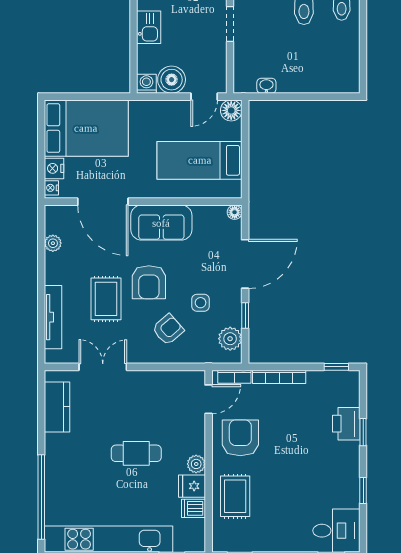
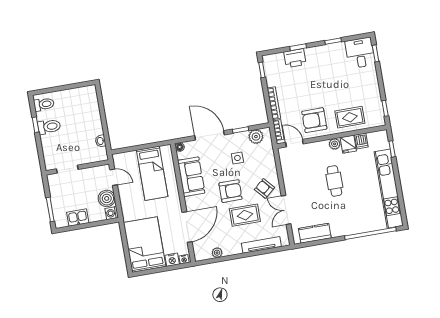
floor lamp: (231, 110) -> (119, 160), removed
sofa: (161, 223) -> (191, 177), moved
armchair: (168, 330) -> (264, 188), moved

